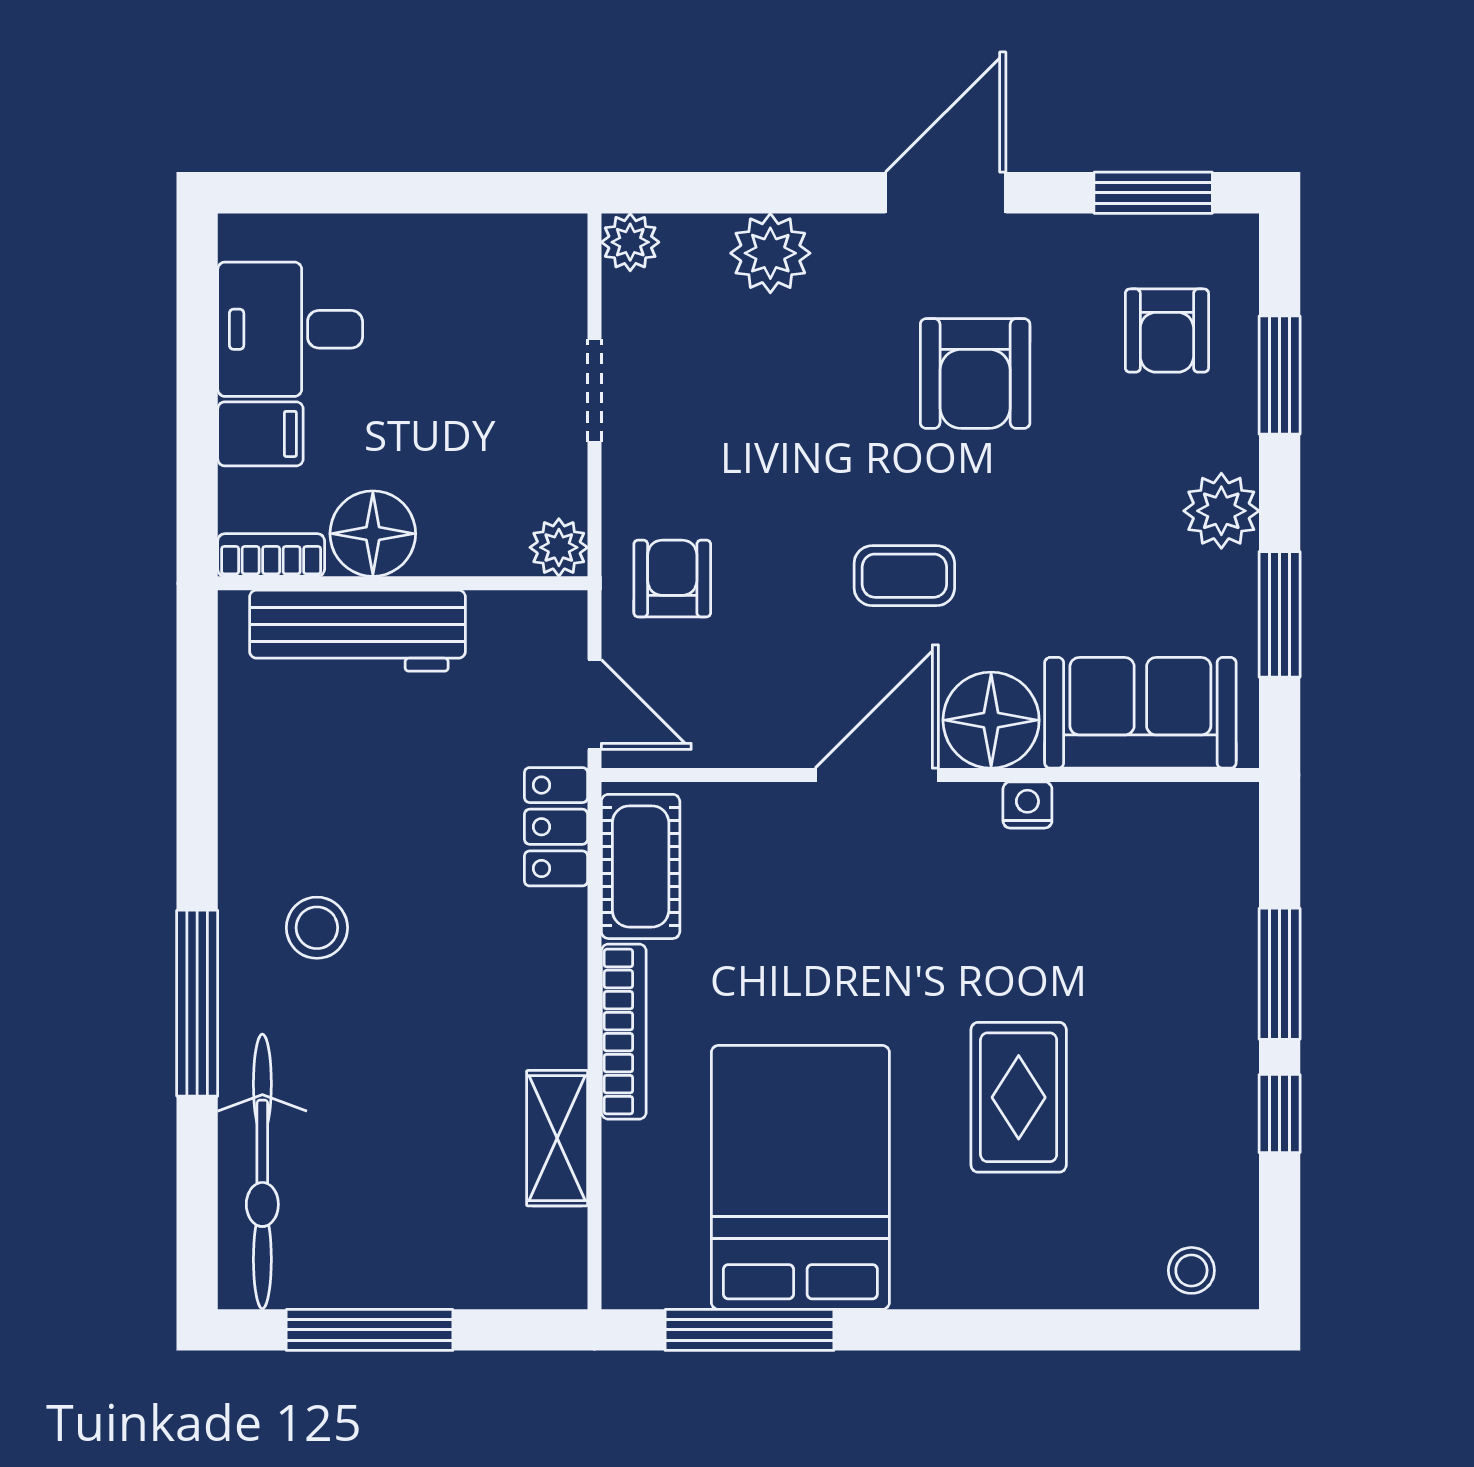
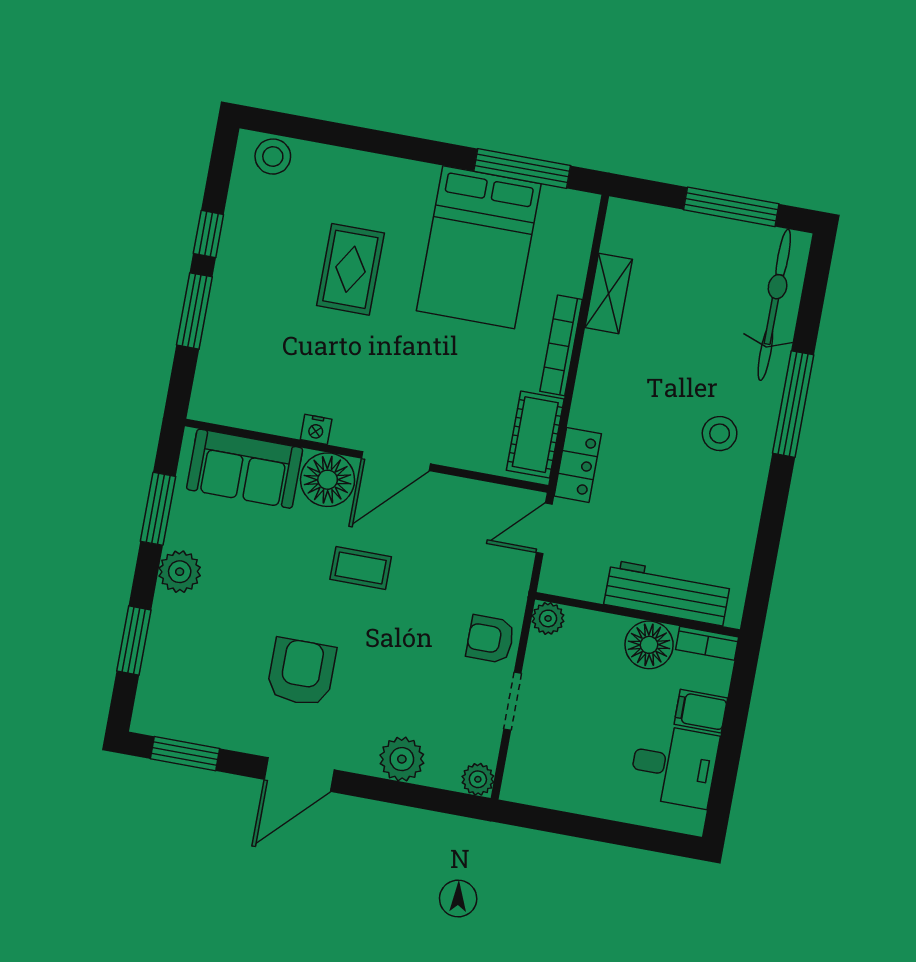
armchair: (1167, 331) -> (191, 676), removed
armchair: (672, 579) -> (490, 639), moved, turned 90
door: (595, 705) -> (544, 528), hinge flipped
stool: (1191, 1270) -> (273, 157), width x1.37, depth x1.37

